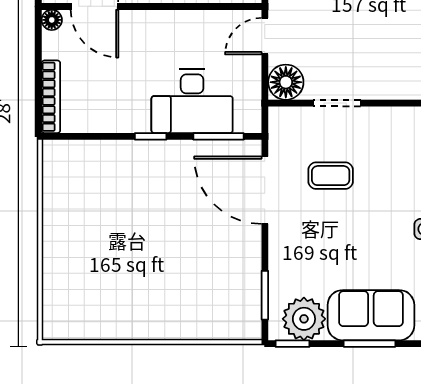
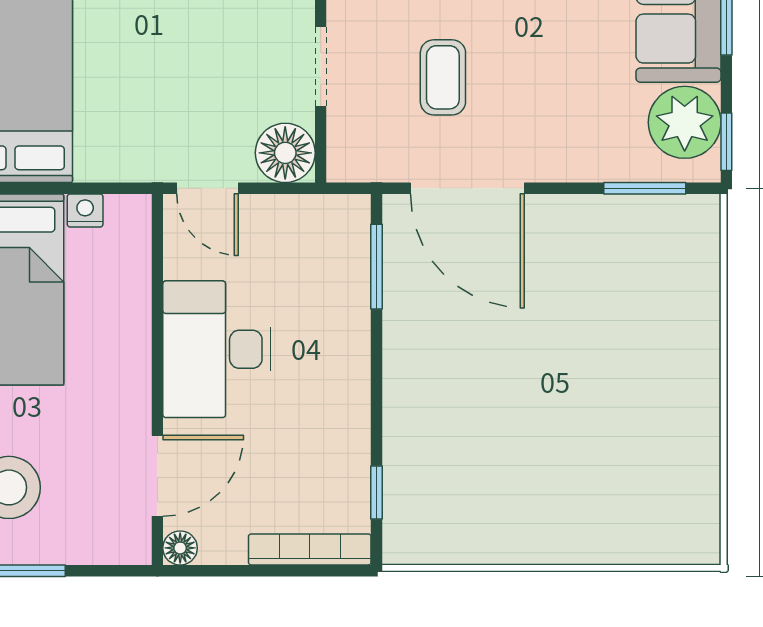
desk: (192, 101) -> (217, 349), moved, turned 180
window: (151, 136) -> (377, 493), moved
door: (265, 190) -> (467, 188), hinge flipped

